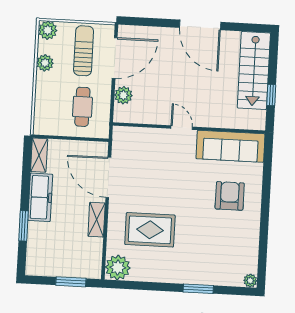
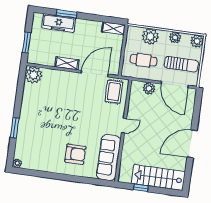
plant: (46, 100) -> (150, 36), added
freezer: (40, 197) -> (59, 23), moved
rug: (150, 230) -> (114, 92), moved, width x0.73, depth x0.70

